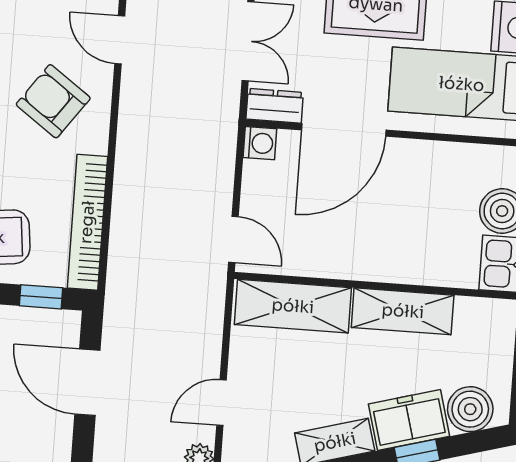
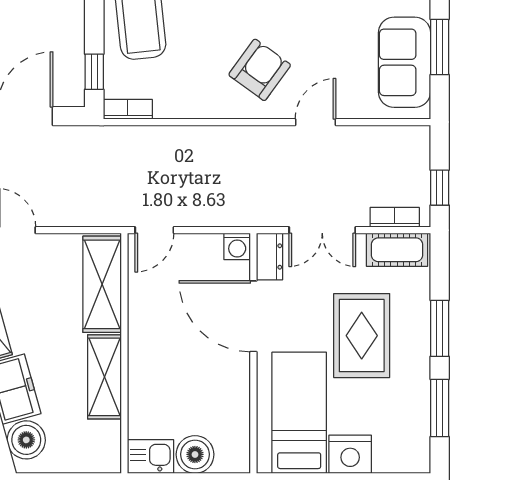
bookcase: (87, 222) -> (128, 109), width x0.43, depth x0.76

